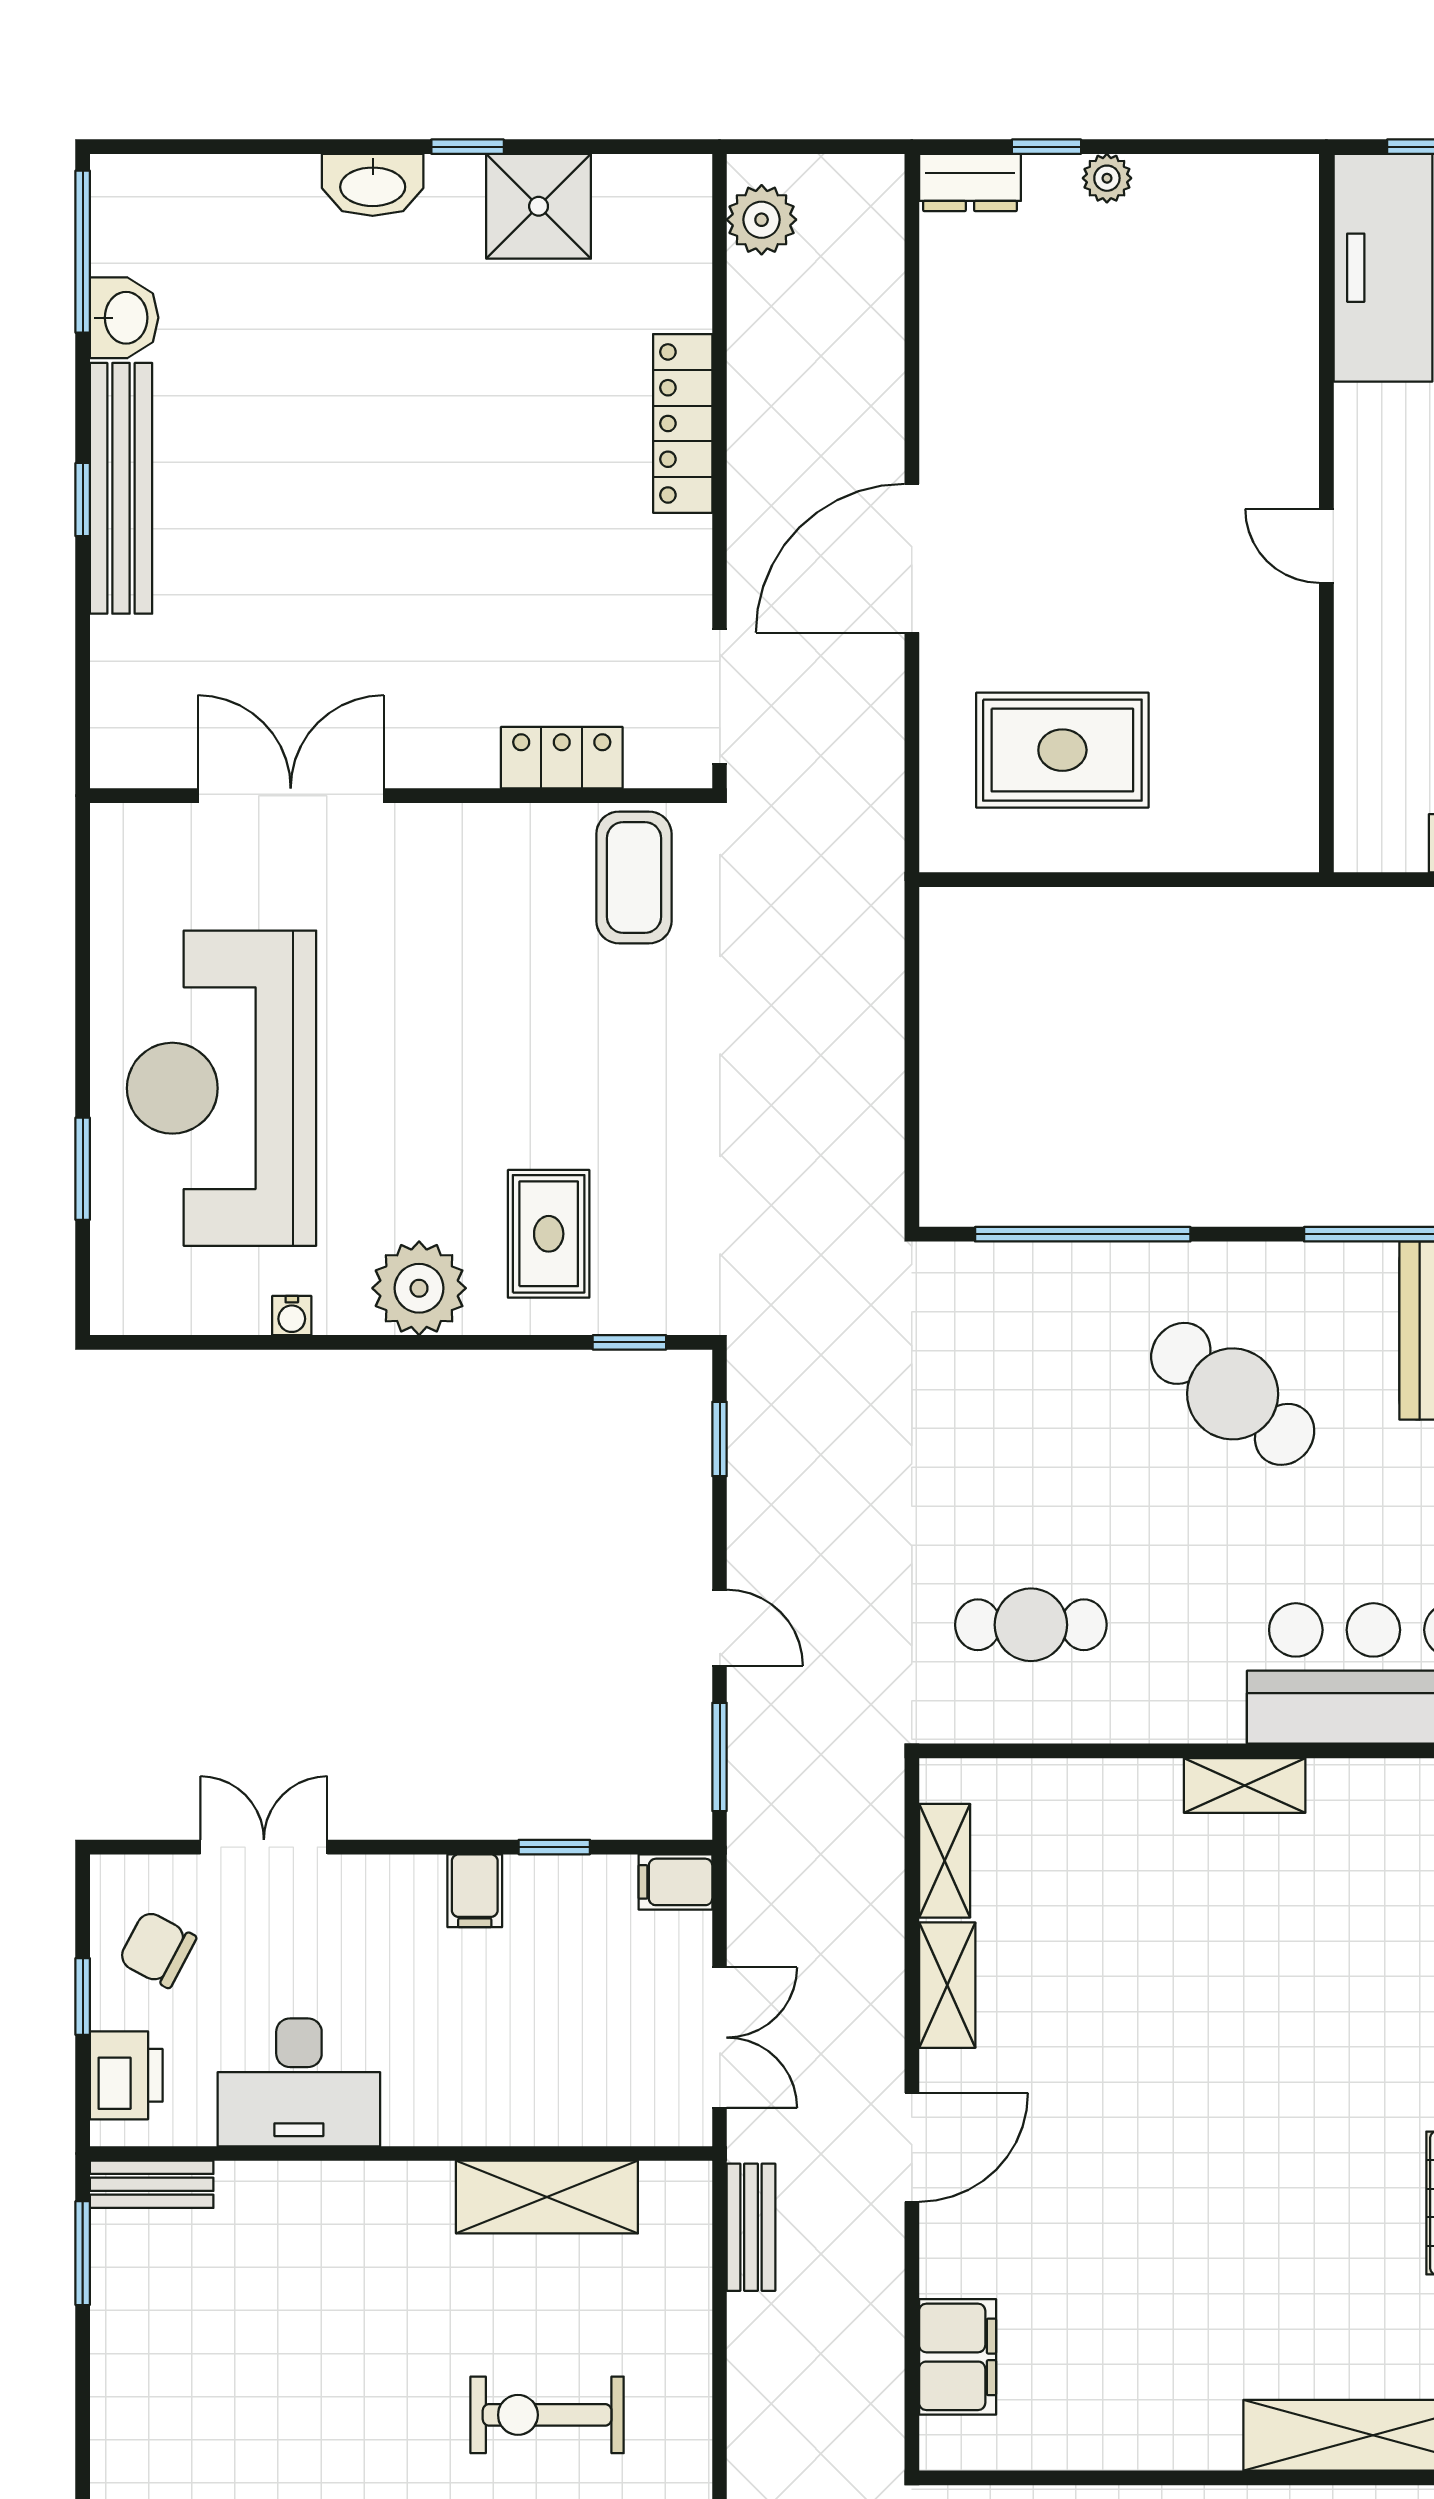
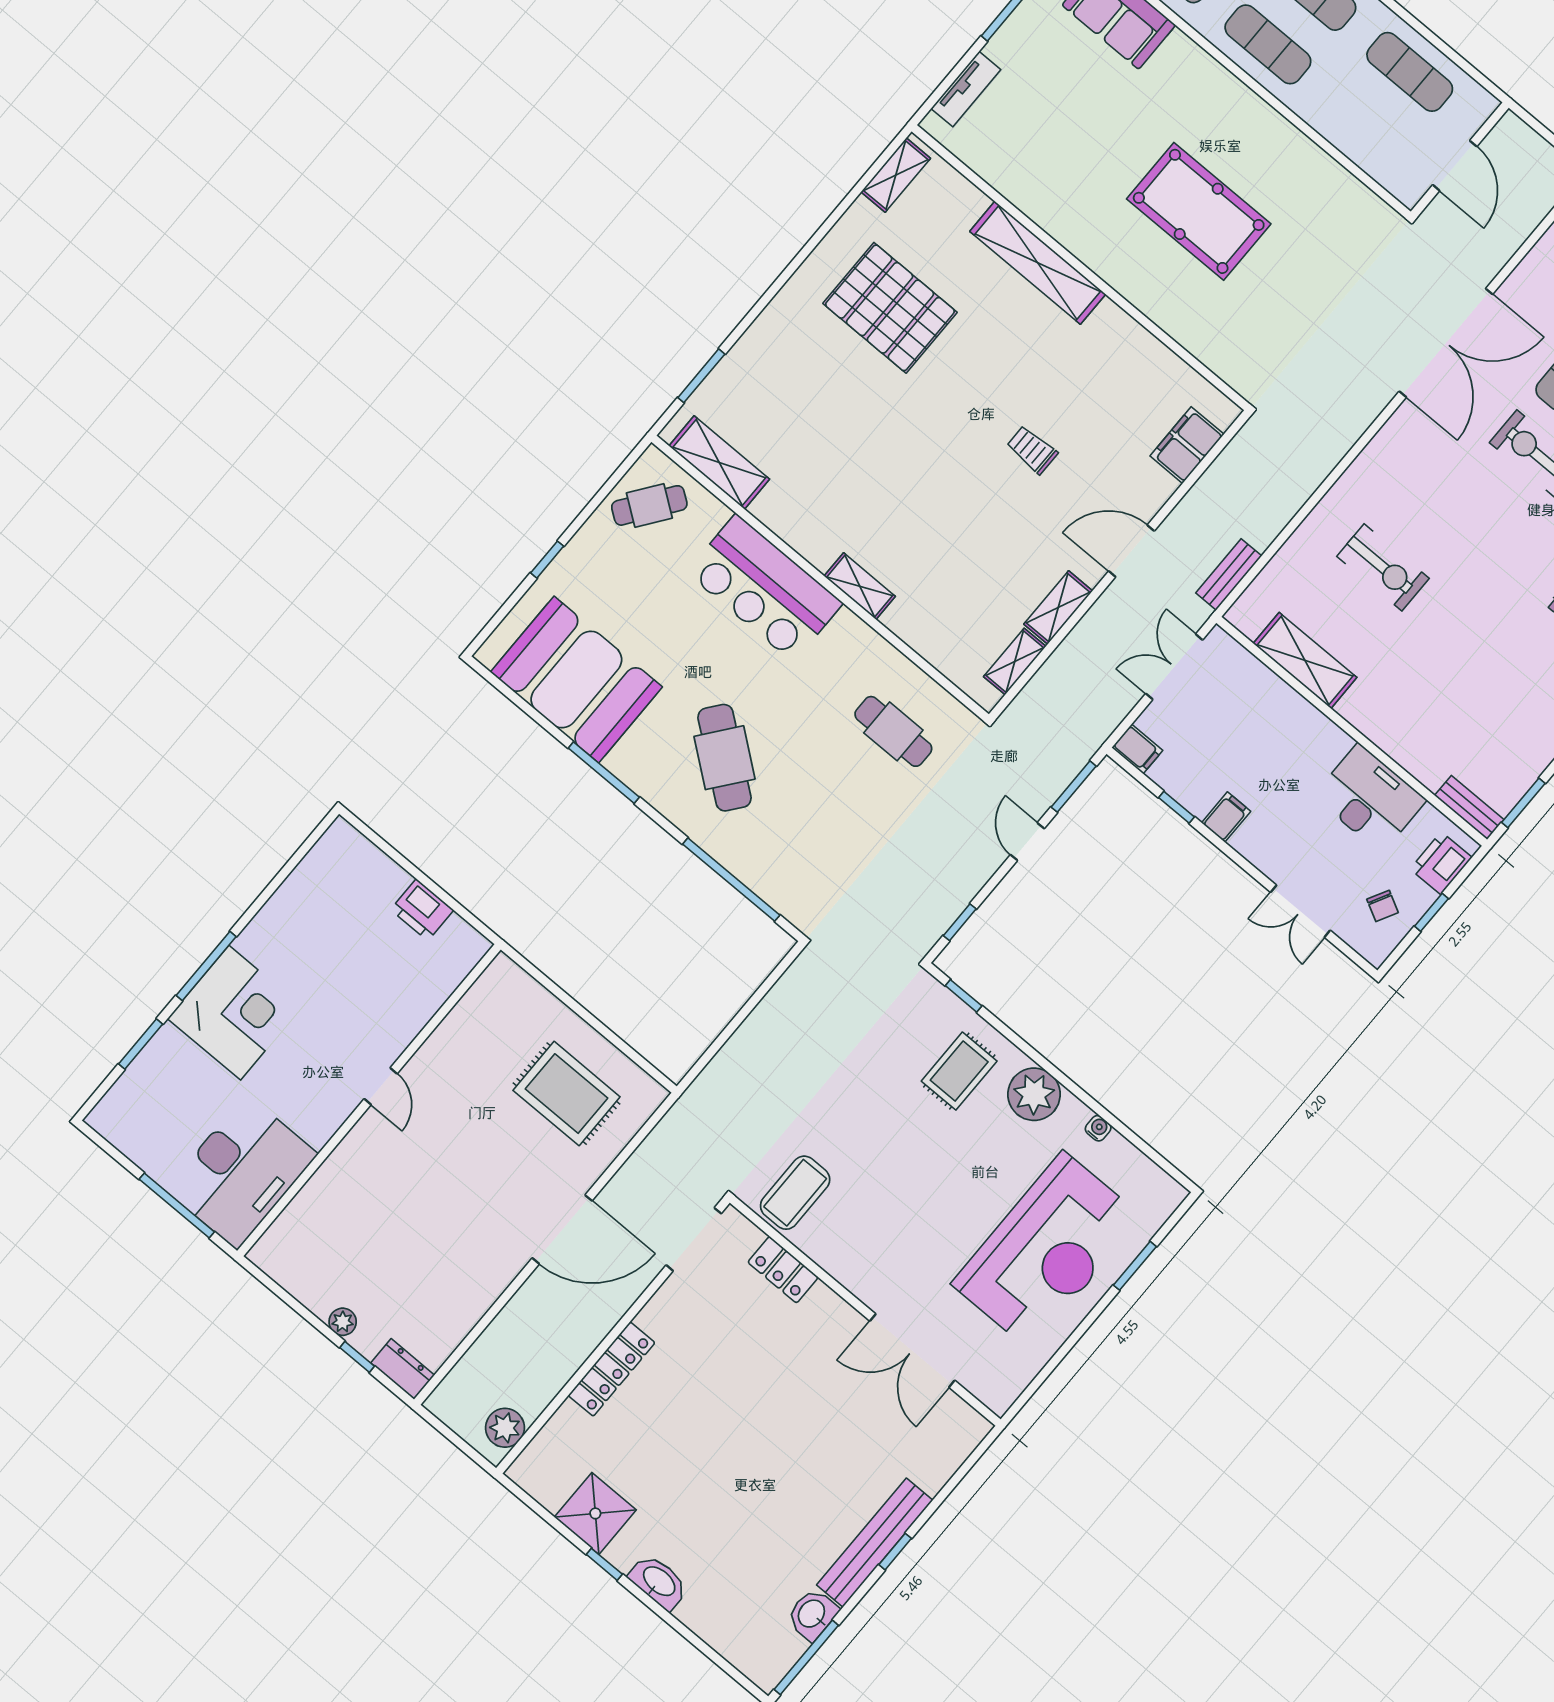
chair: (157, 1949) -> (1383, 906), width x0.73, depth x0.73
trolley: (1165, 2172) -> (1032, 450), added

